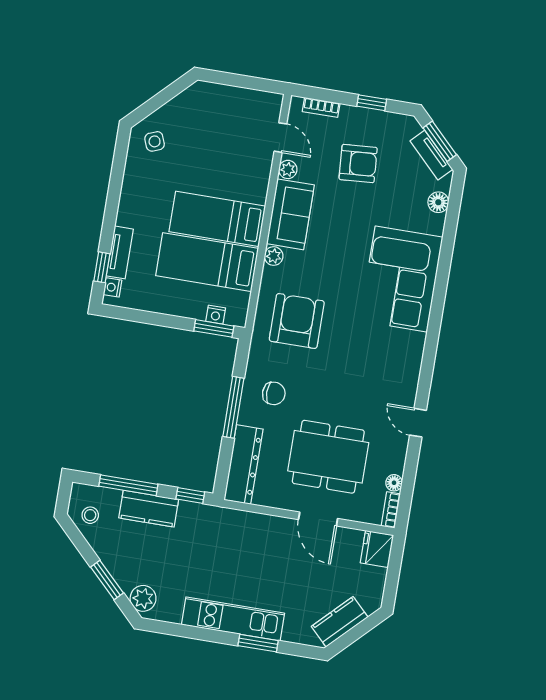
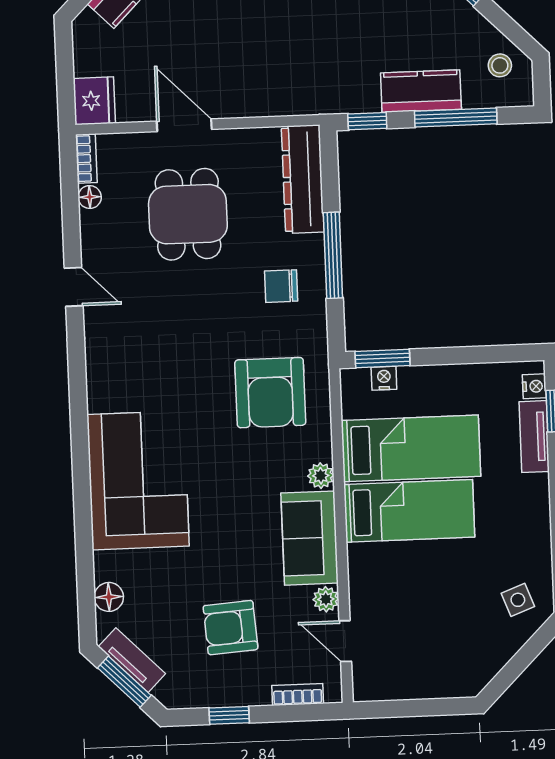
dining table: (328, 457) -> (188, 214), width x0.73

